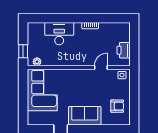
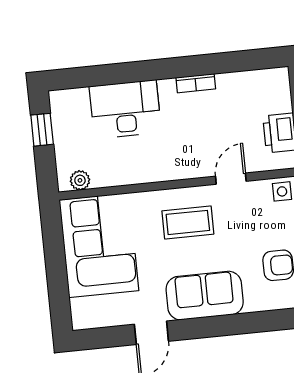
window: (23, 51) -> (42, 130), moved
coffee table: (81, 84) -> (188, 222), added

